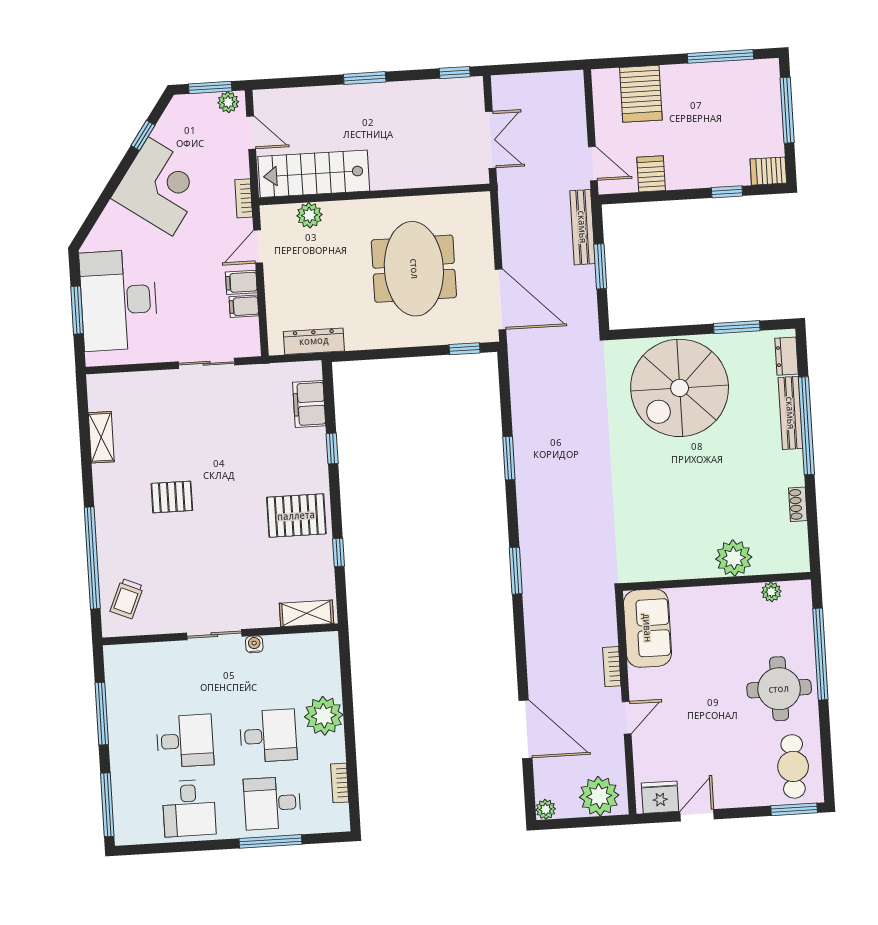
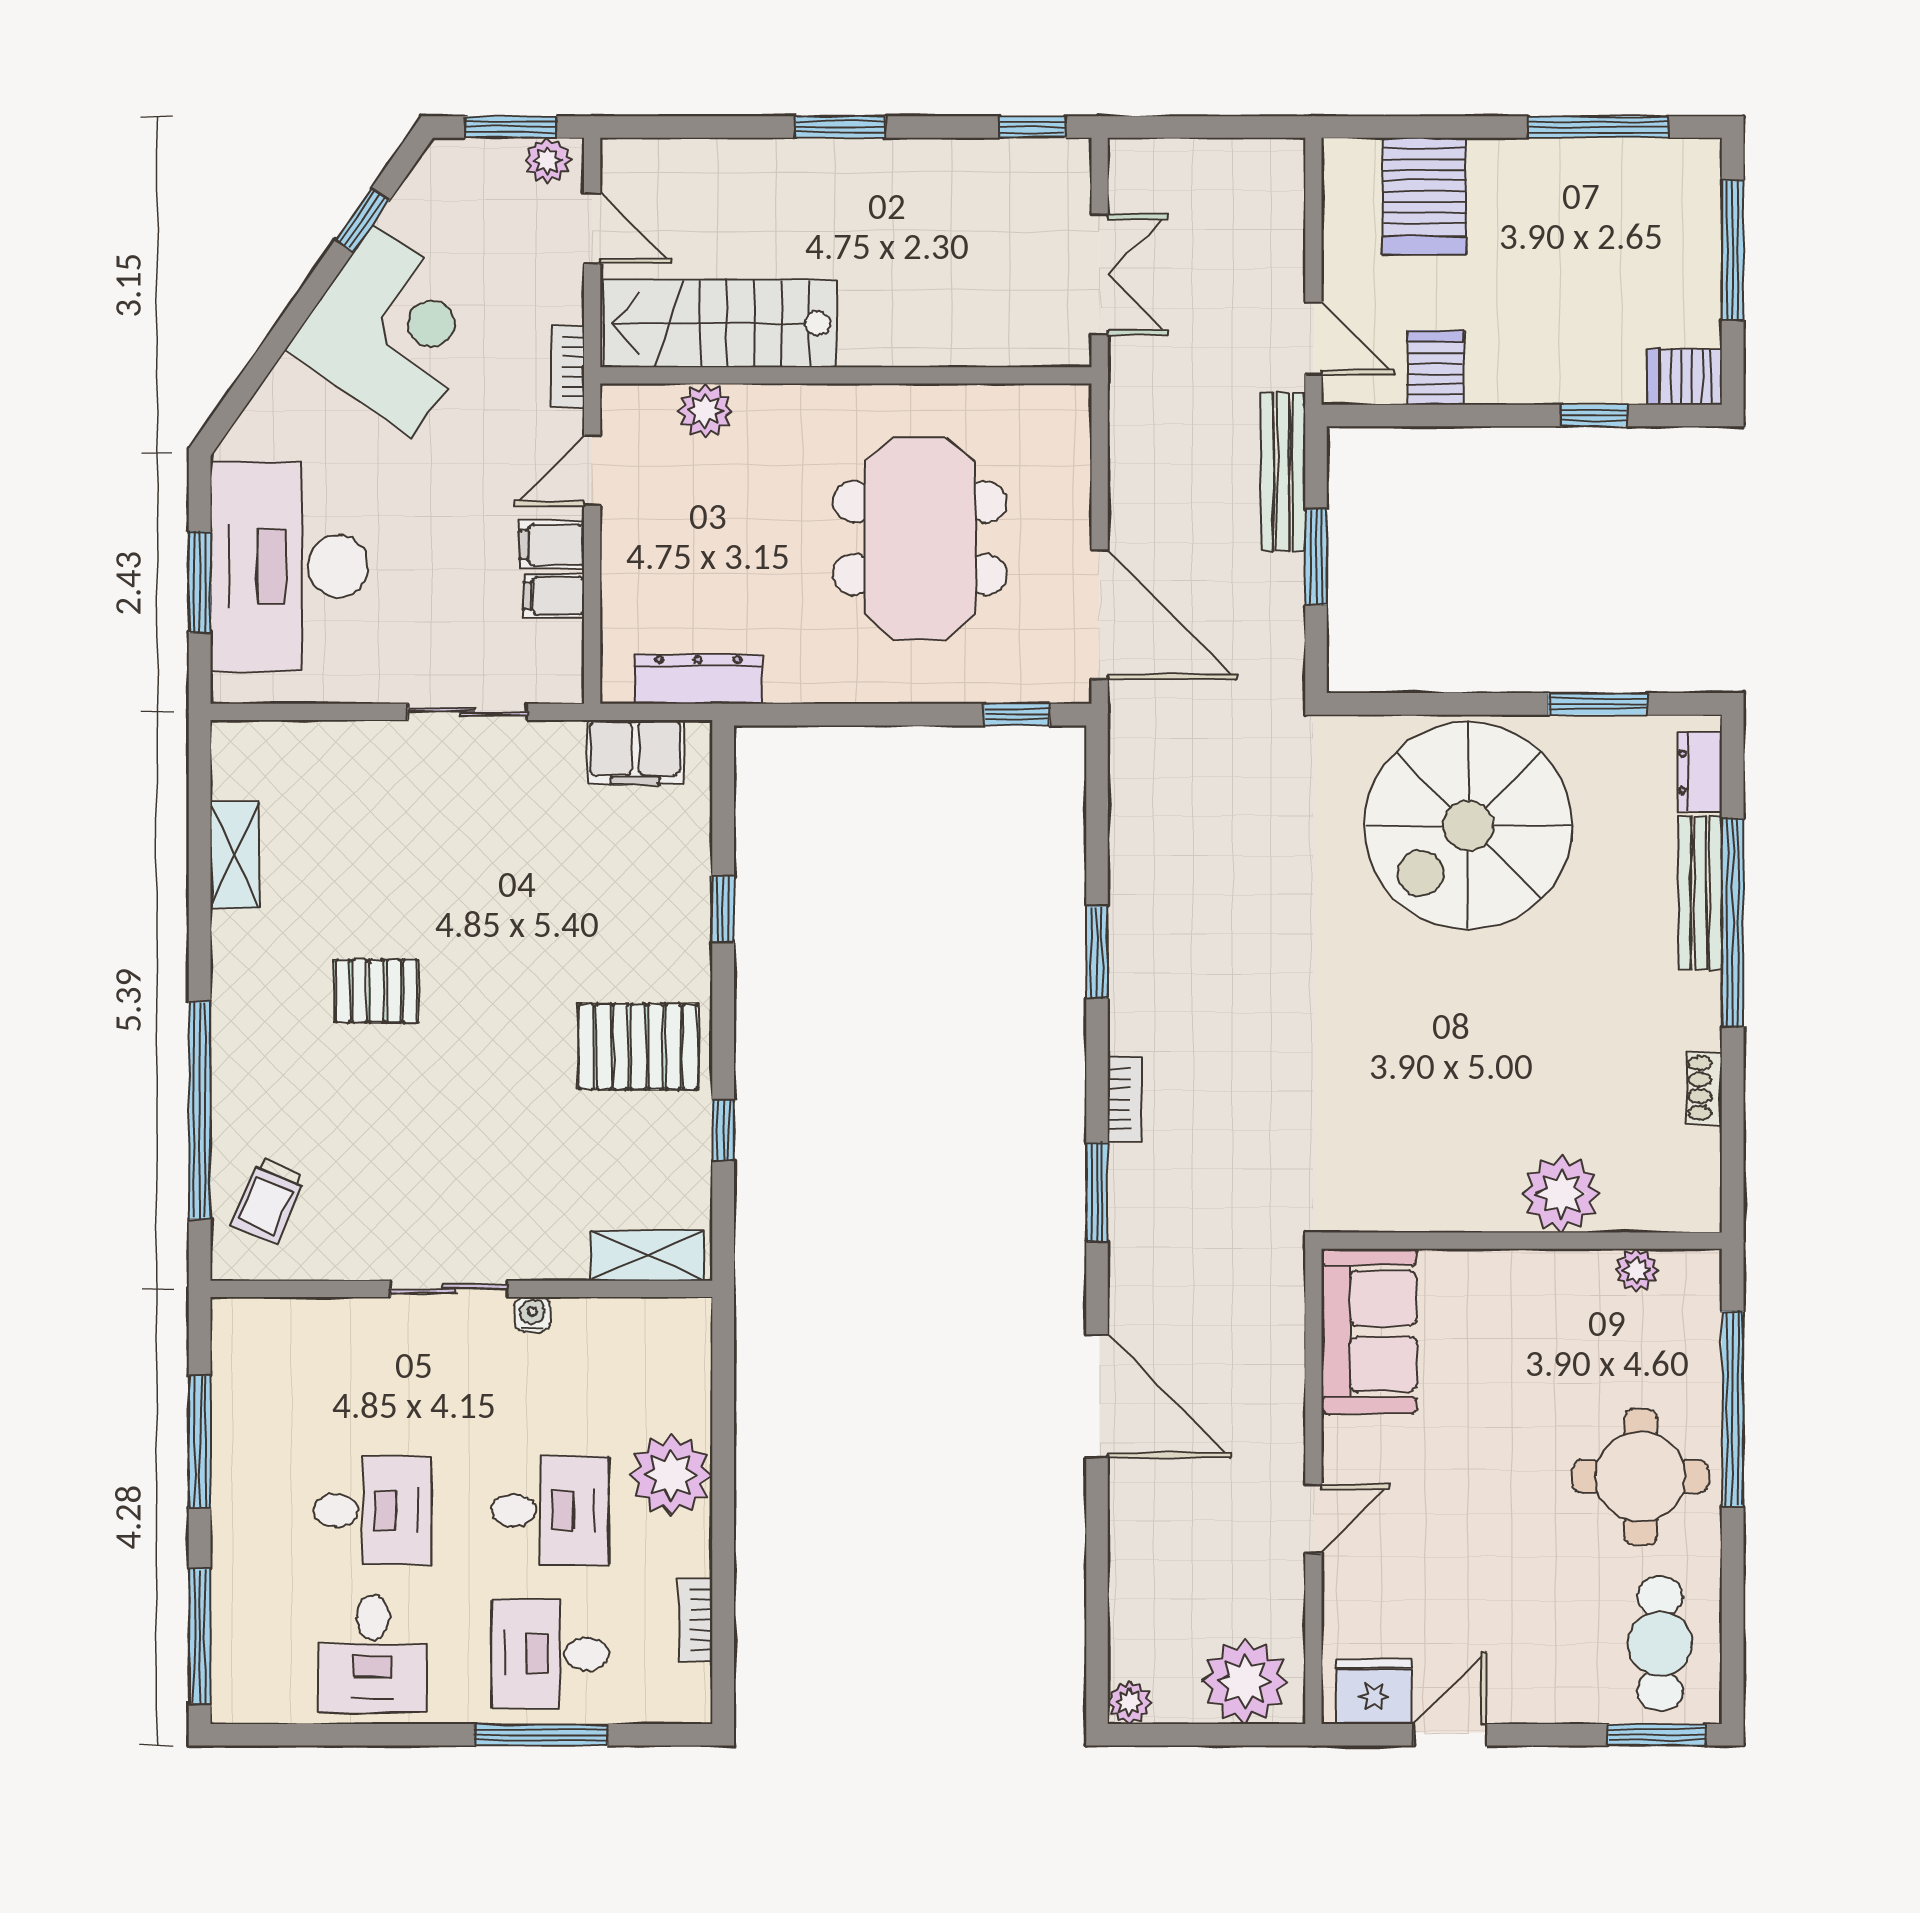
filing cabinet: (309, 404) -> (635, 752), moved, turned -90
bookcase: (612, 667) -> (1125, 1099), moved, turned 180
door: (525, 729) -> (1097, 1396), moved

